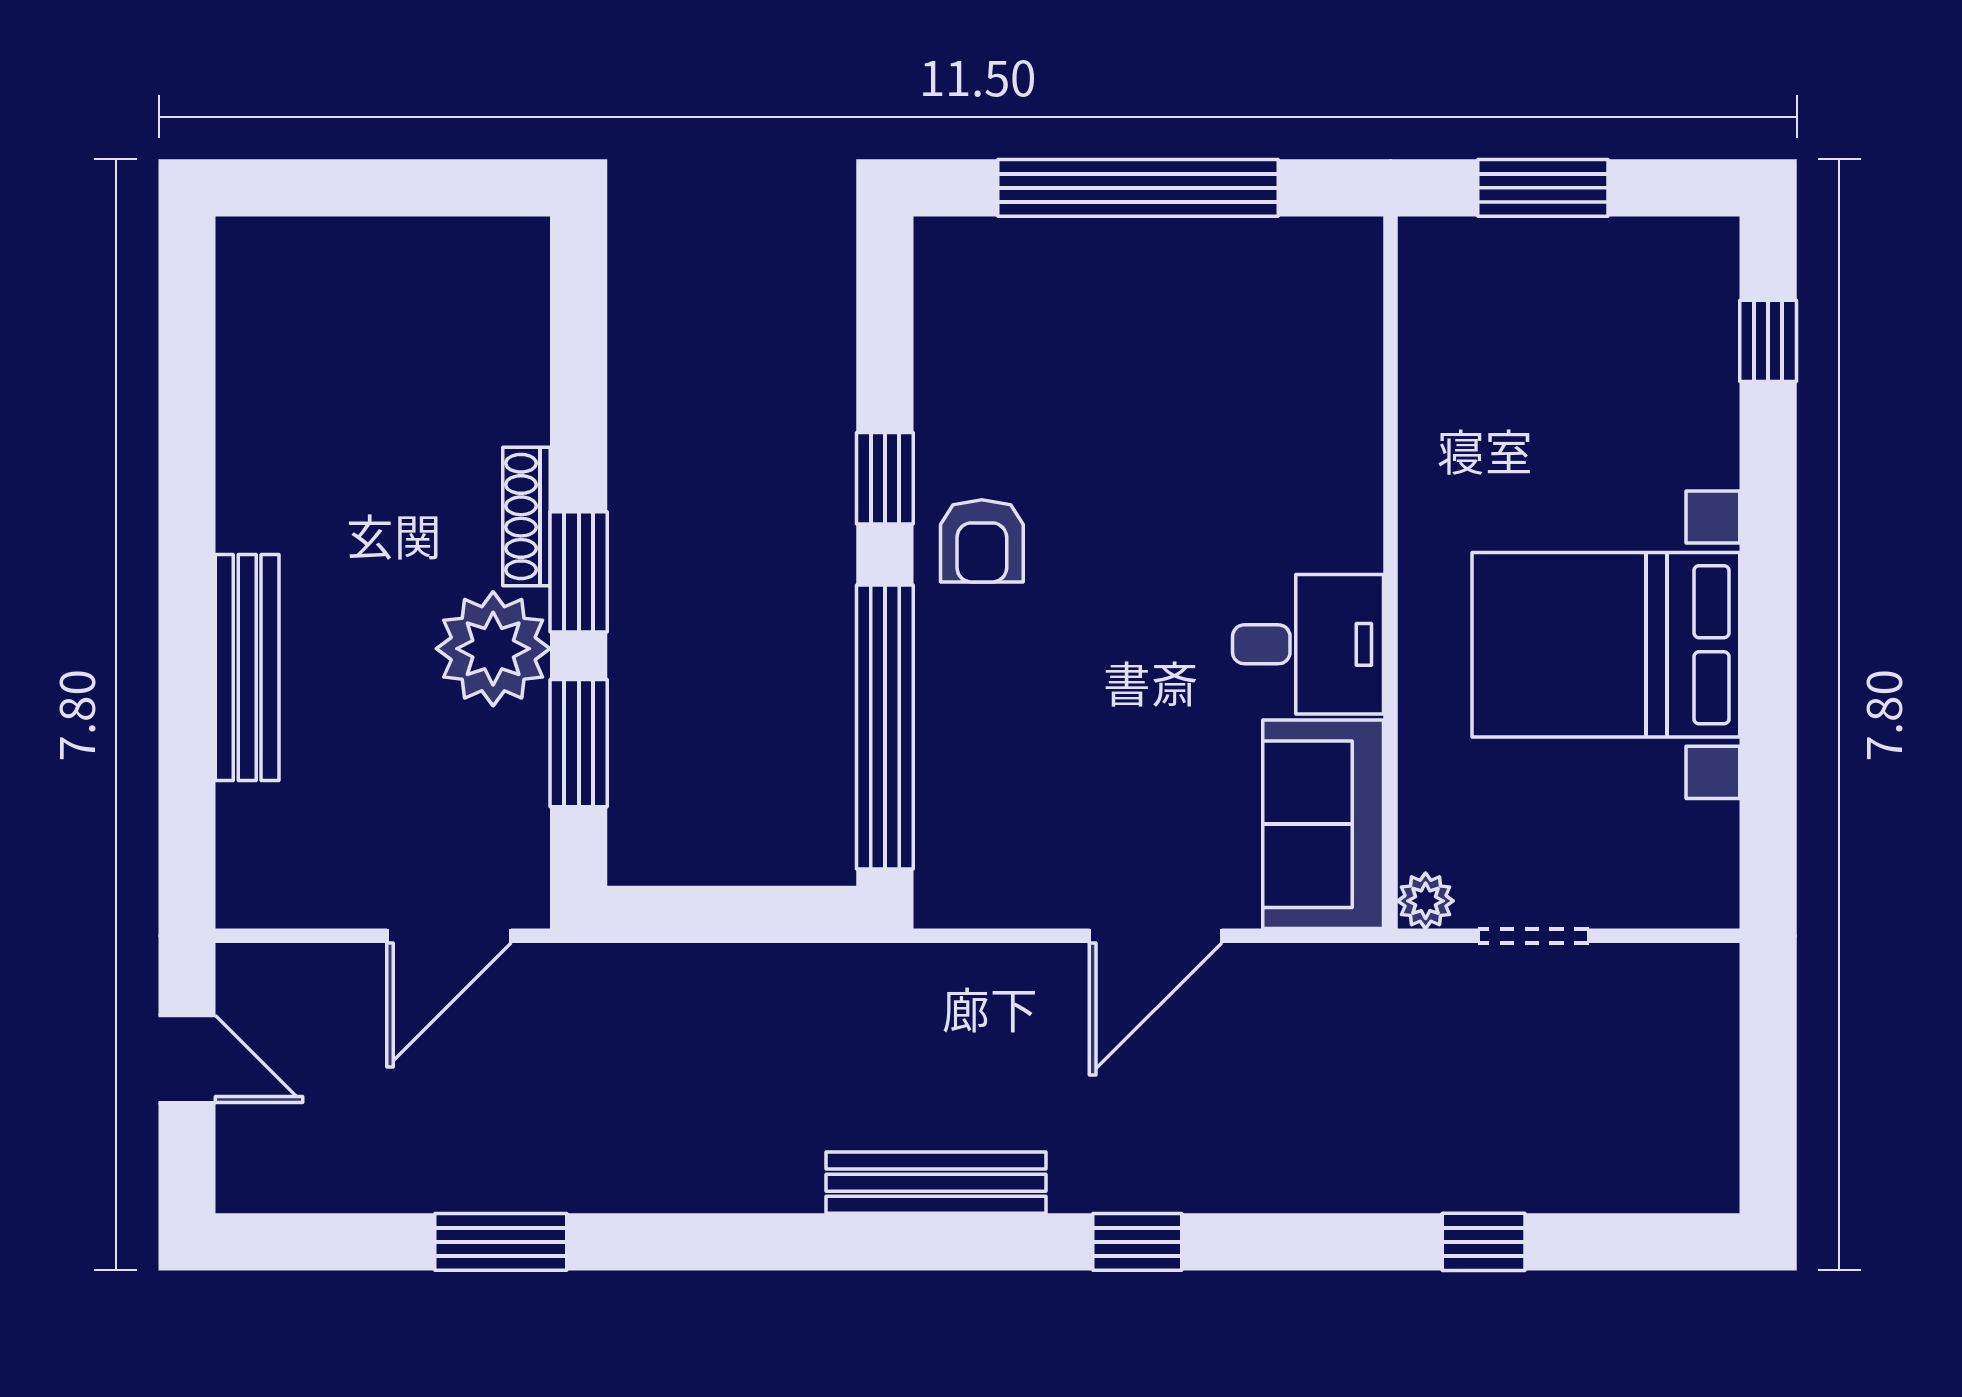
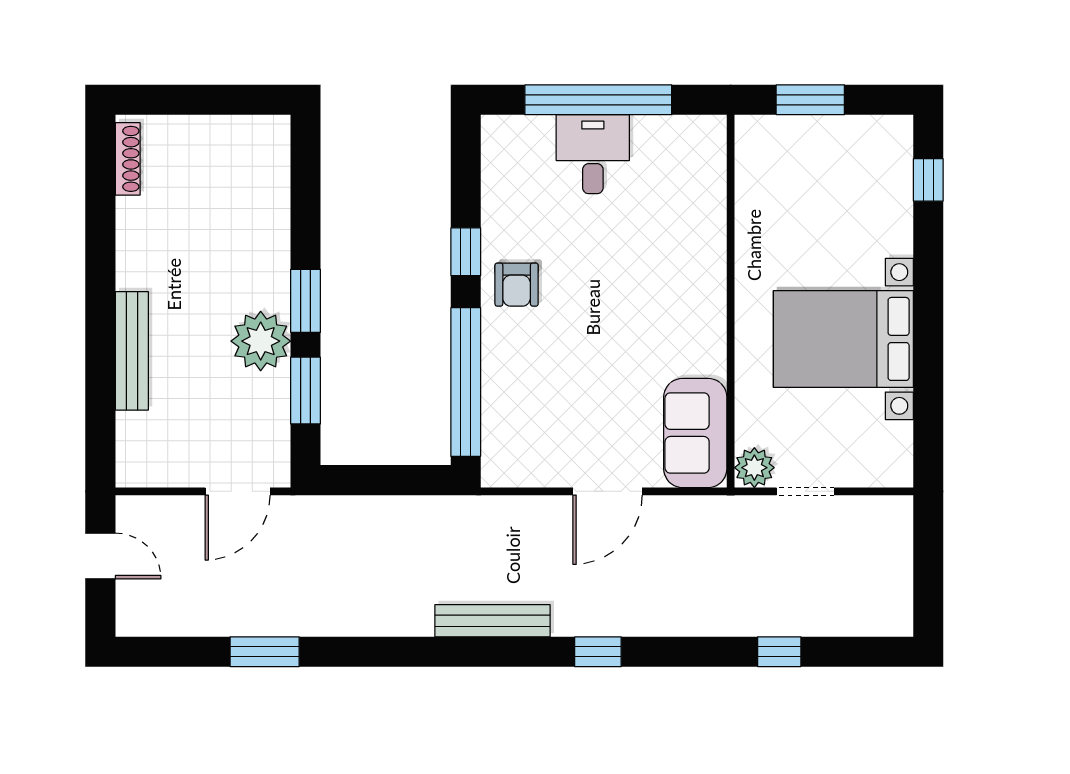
shoe rack: (527, 516) -> (128, 159), moved, turned 180
desk: (1308, 644) -> (593, 154), moved, turned -90
plant: (1426, 901) -> (754, 468), width x1.38, depth x1.38

